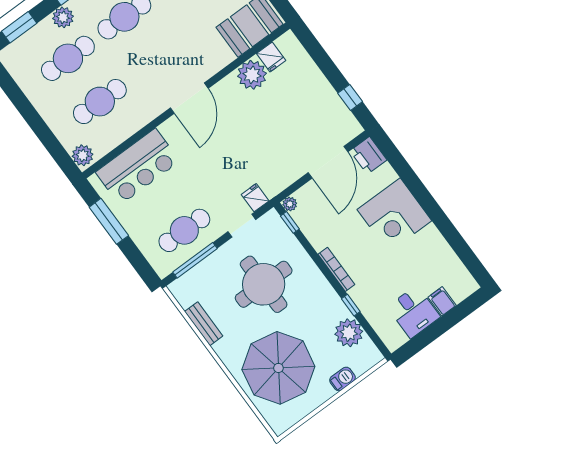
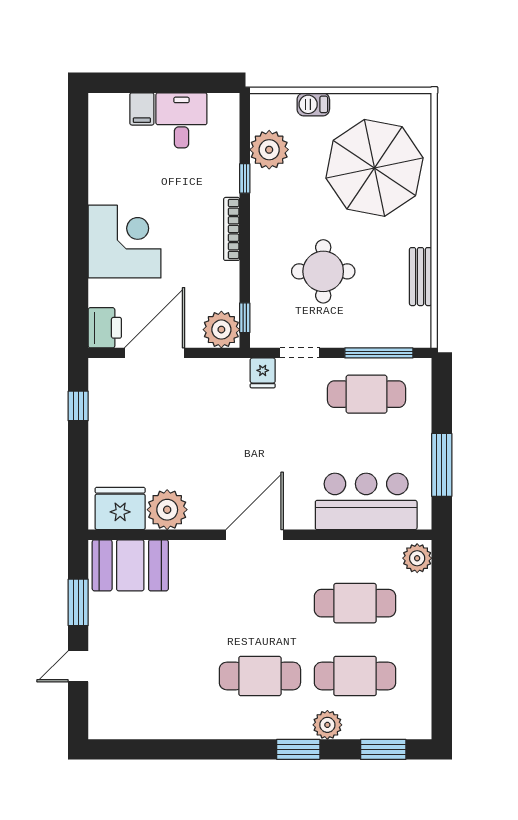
fridge: (271, 57) -> (120, 508), width x1.88, depth x1.34
plant: (290, 204) -> (221, 330), width x1.88, depth x1.88
round table: (264, 284) -> (323, 271), width x0.73, depth x0.73

